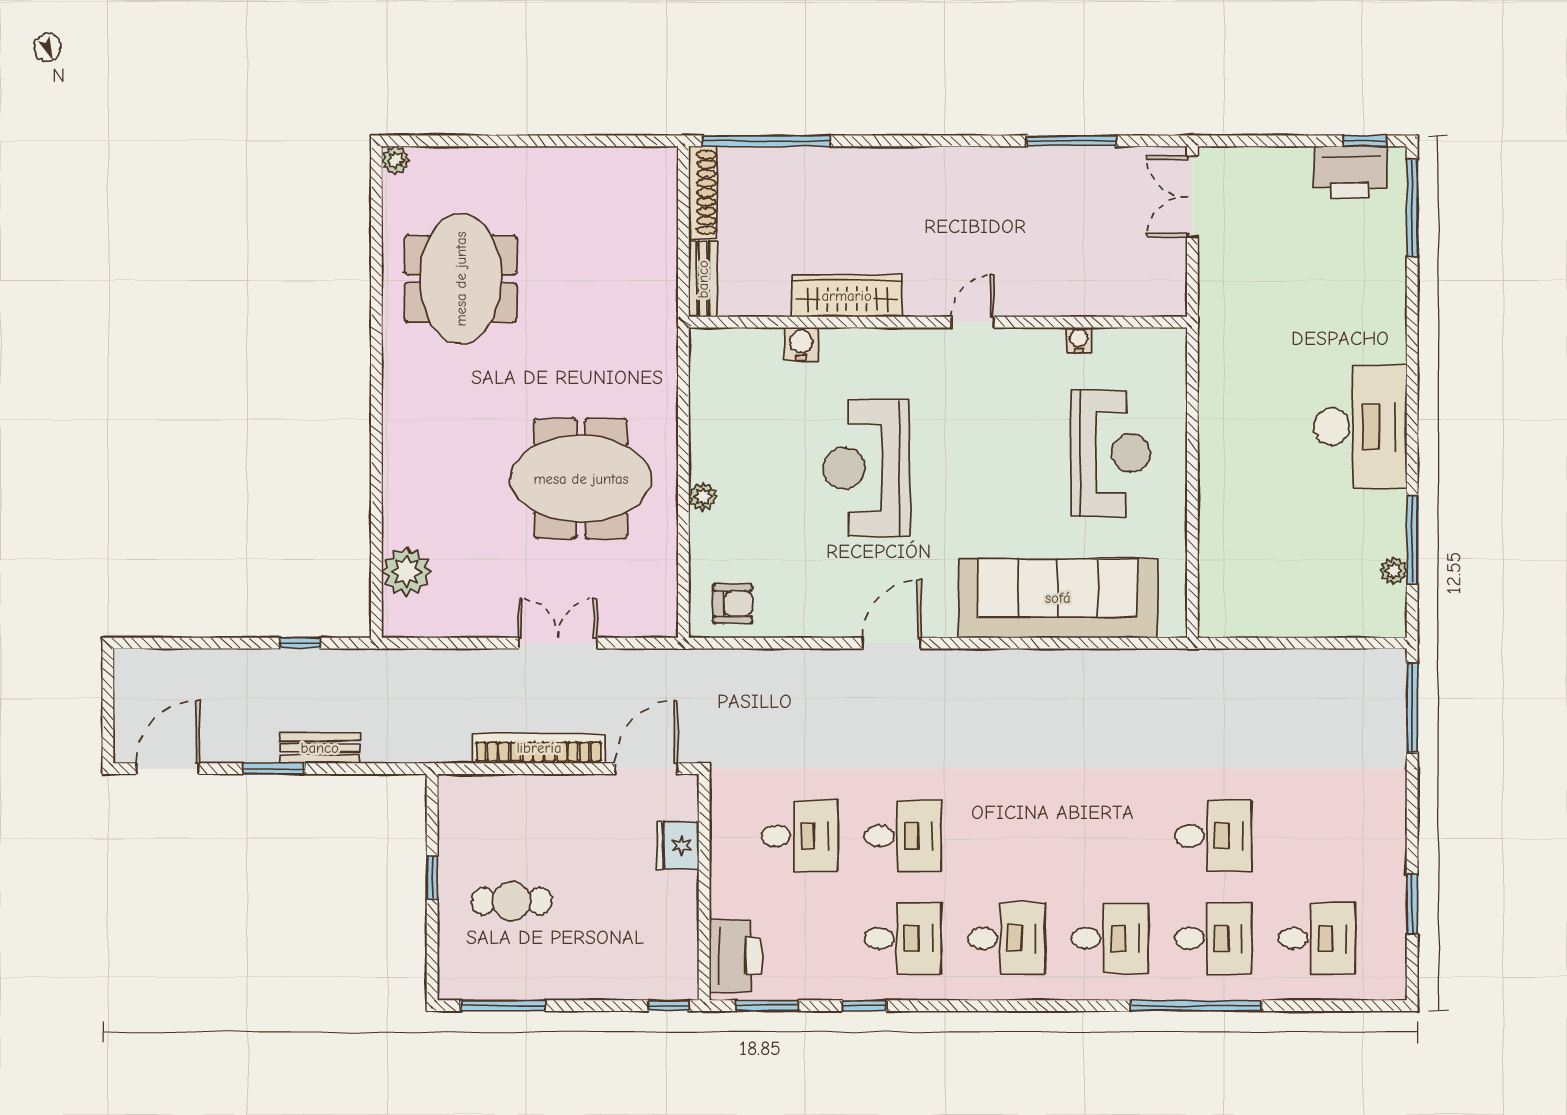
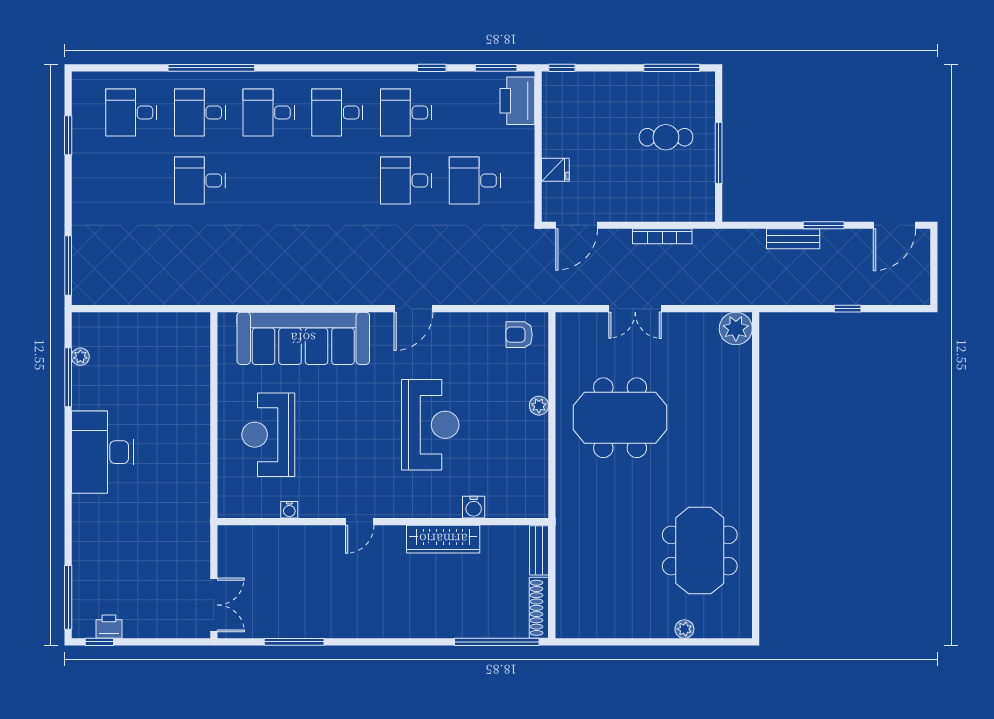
plant: (396, 160) -> (684, 629), moved
printer: (1350, 172) -> (109, 627), width x0.53, depth x0.68
plant: (406, 572) -> (736, 328), moved
window: (300, 643) -> (848, 309), moved
bookcase: (539, 748) -> (662, 236), width x0.68, depth x0.76
fridge: (678, 845) -> (555, 170), width x0.72
window: (432, 878) -> (719, 153), width x2.17

